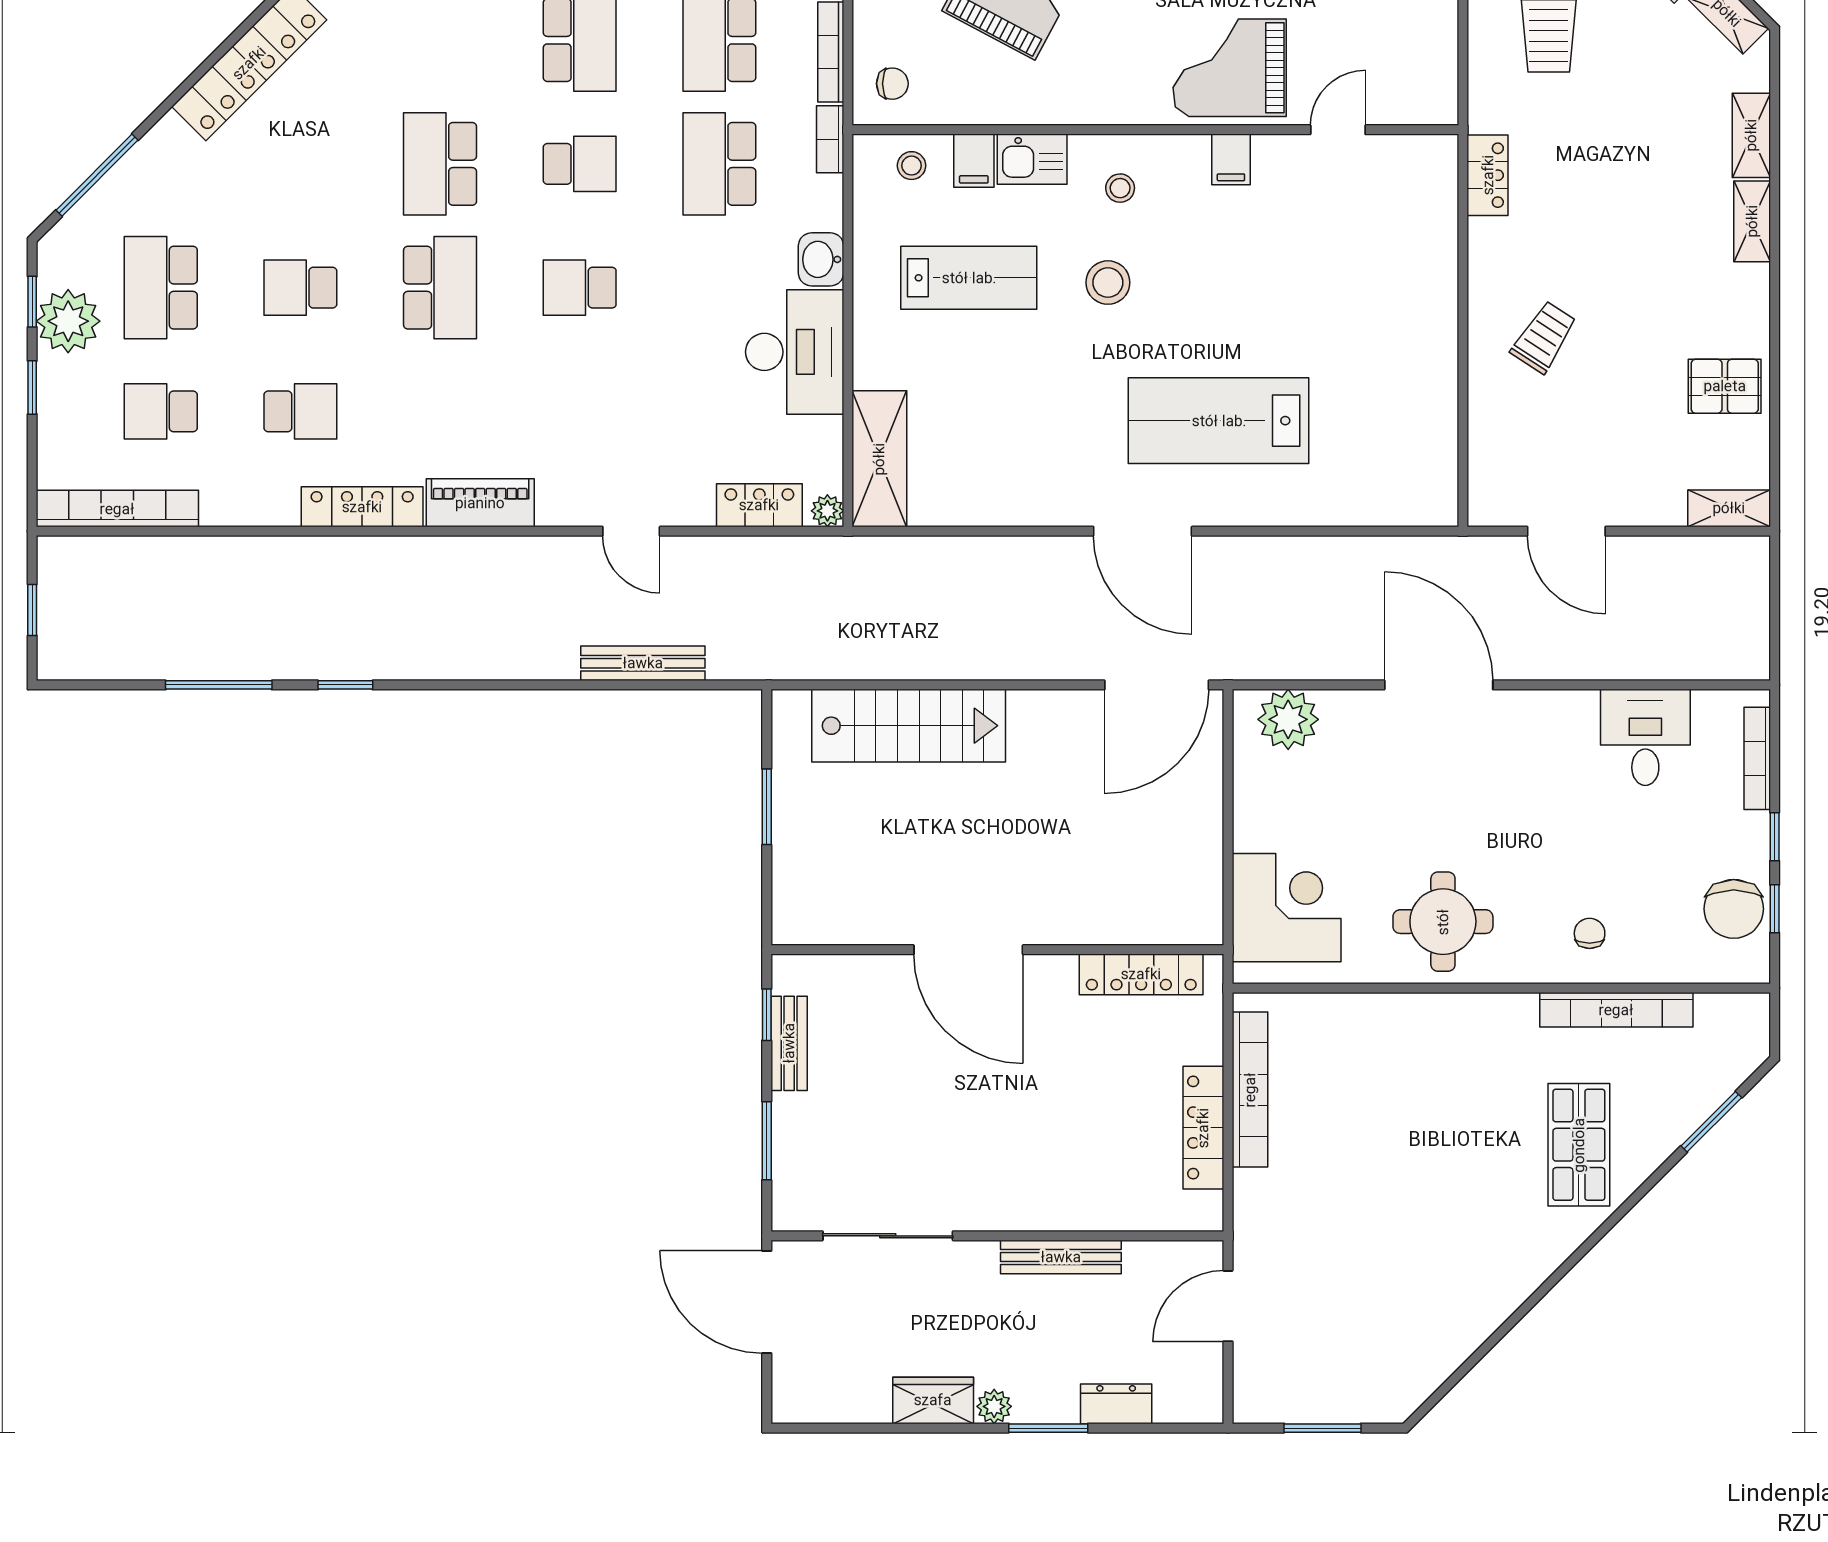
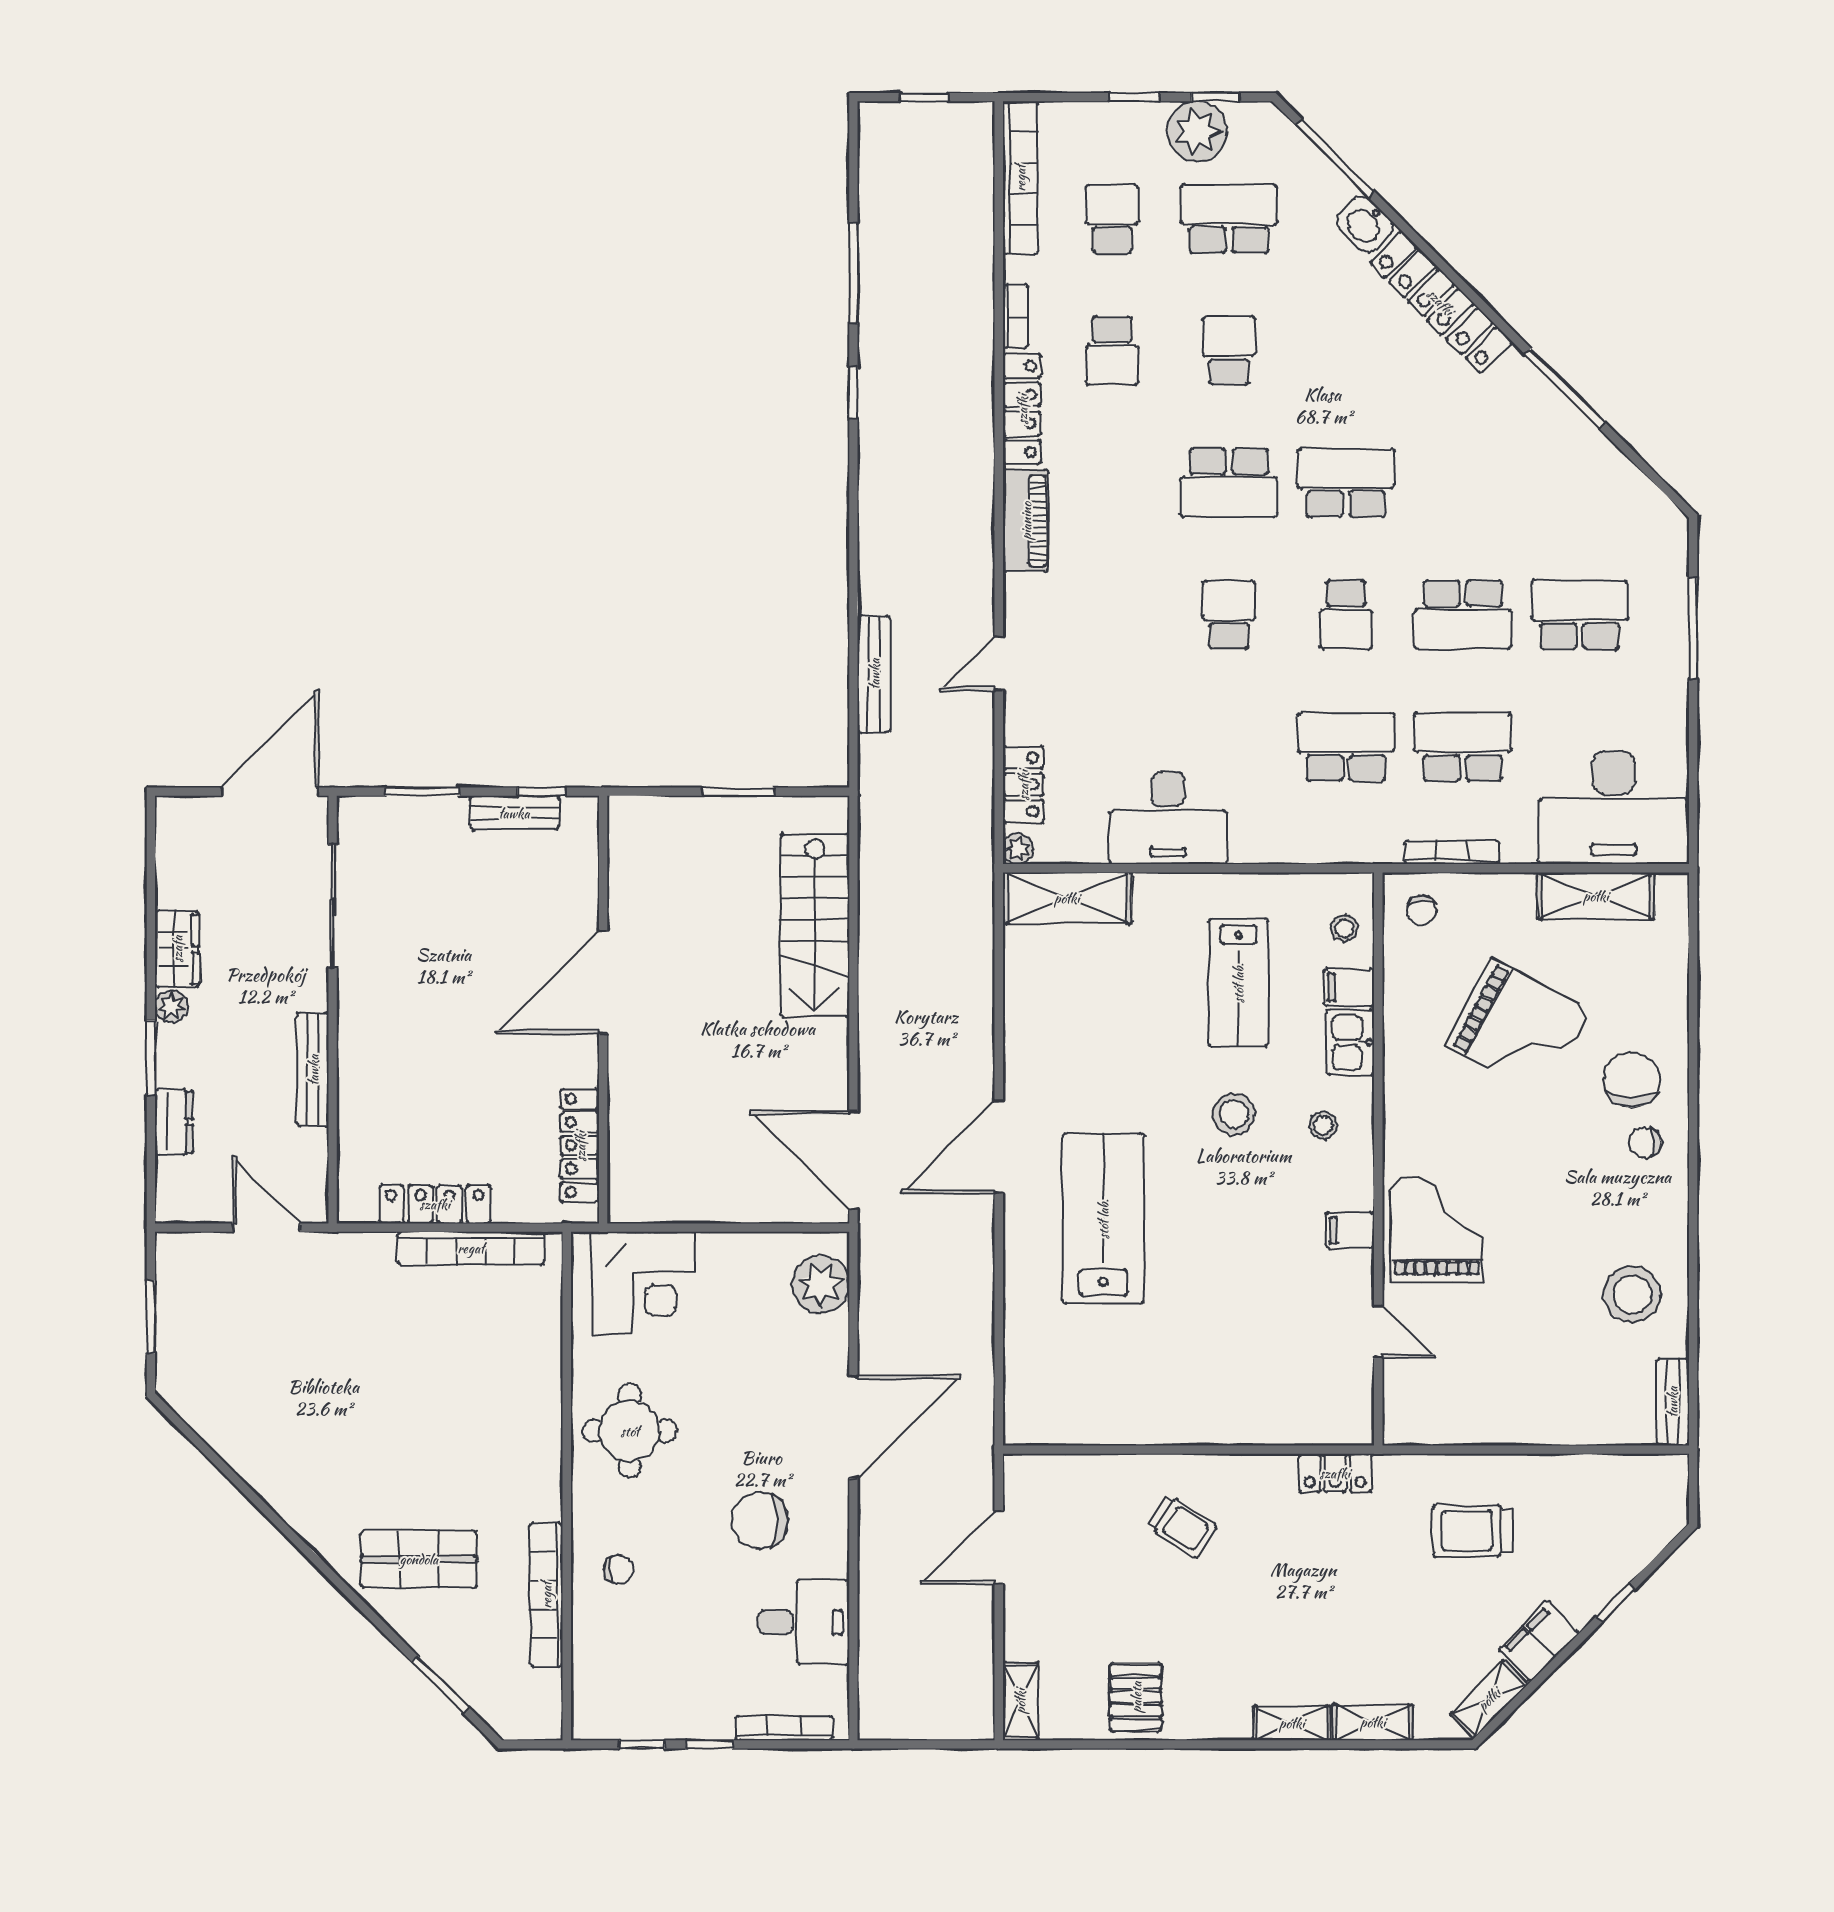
bookcase: (830, 139) -> (1015, 317), moved, turned 90
washbasin: (821, 259) -> (1365, 224), moved, turned -135
chair: (1734, 909) -> (760, 1521), moved

